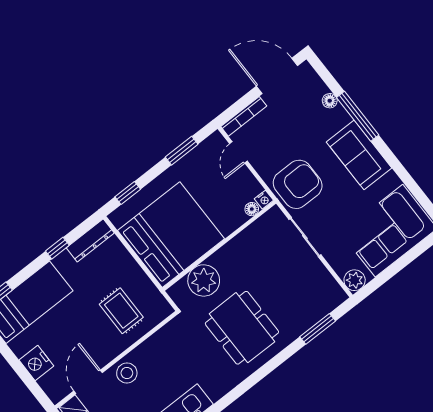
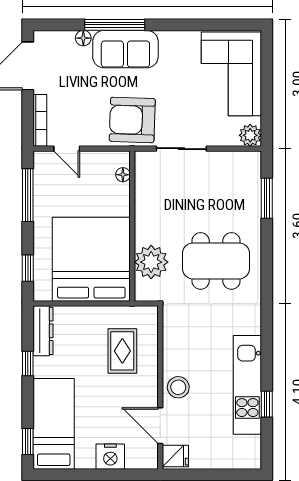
window: (182, 151) -> (28, 195), width x1.44
sofa: (359, 155) -> (125, 49), moved
armchair: (298, 184) -> (132, 120), turned -88
nightstand: (264, 200) -> (123, 158), removed
rug: (121, 311) -> (122, 351), turned 90

